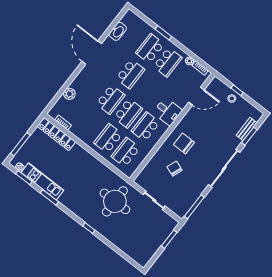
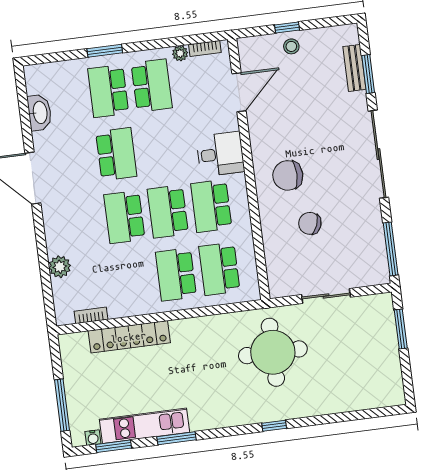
school desk: (110, 99) -> (124, 217), turned 180
school desk: (128, 113) -> (168, 211), turned 180
locker: (57, 134) -> (129, 337), moved

